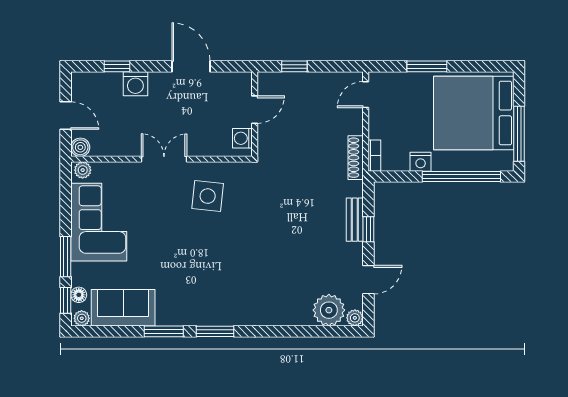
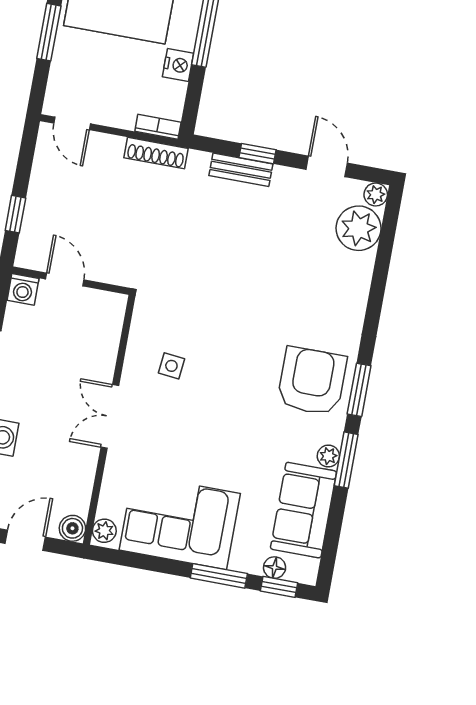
washing machine: (242, 138) -> (23, 289), moved
side table: (208, 196) -> (171, 366), width x0.54, depth x0.54
armchair: (215, 297) -> (312, 381), added
plant: (82, 318) -> (328, 456), moved

